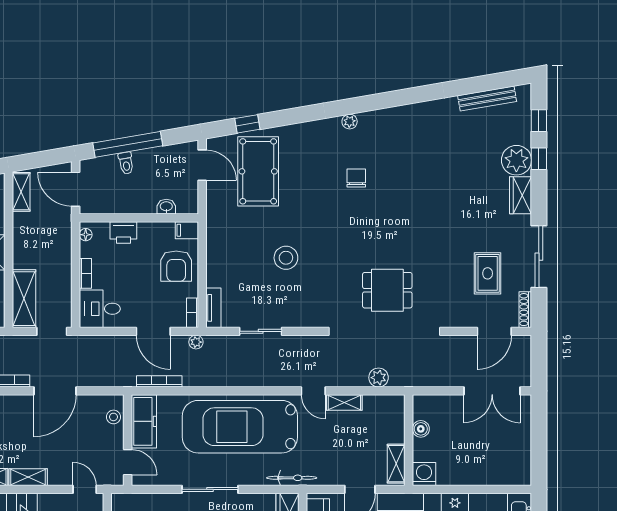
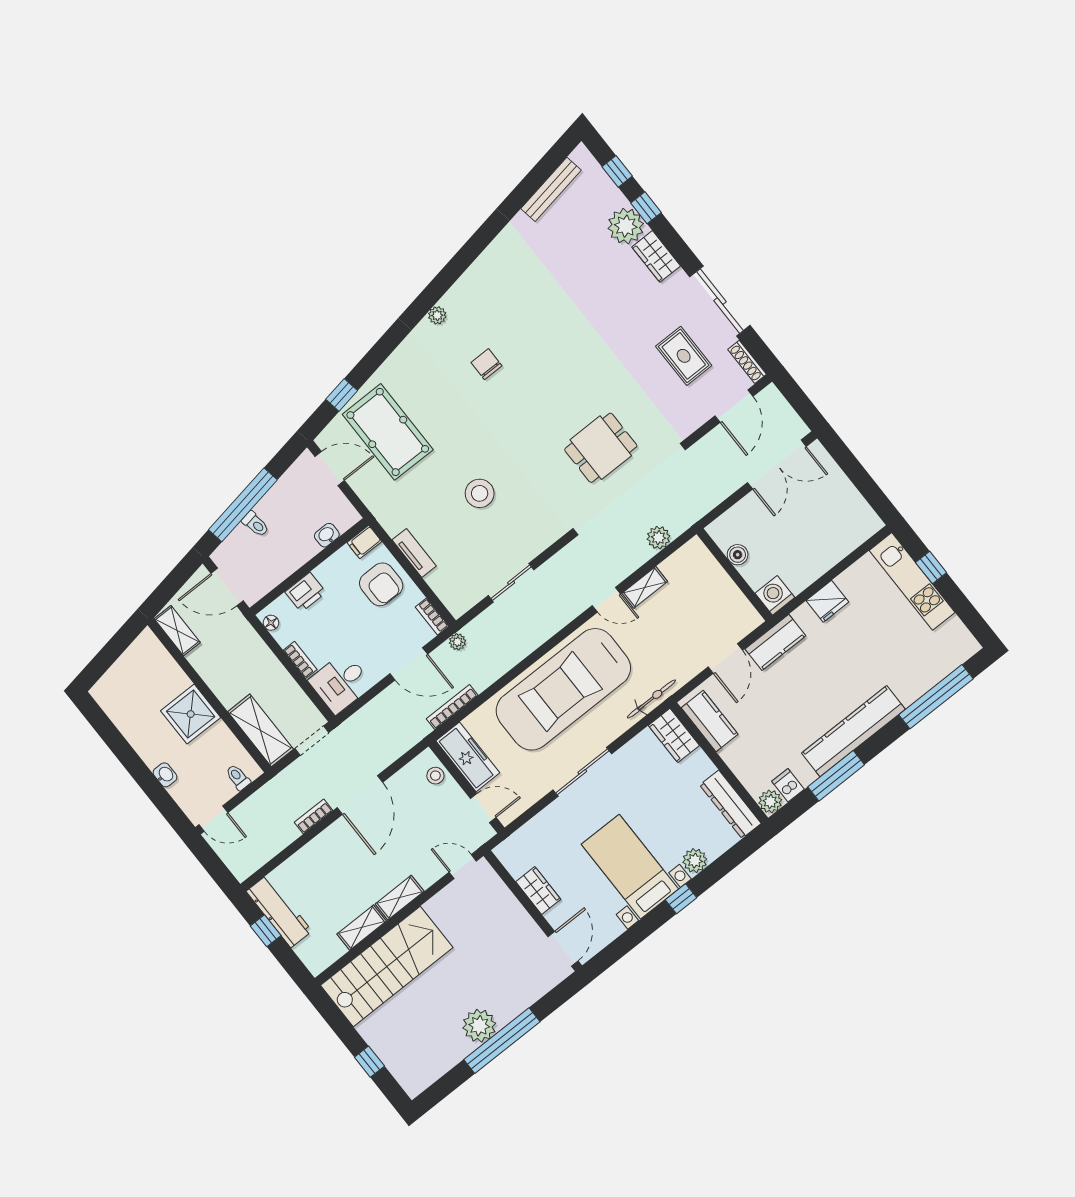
tv unit: (213, 308) -> (414, 553), moved
shelving: (396, 464) -> (740, 606), removed

